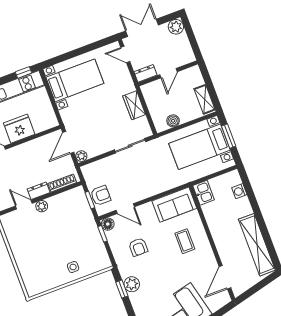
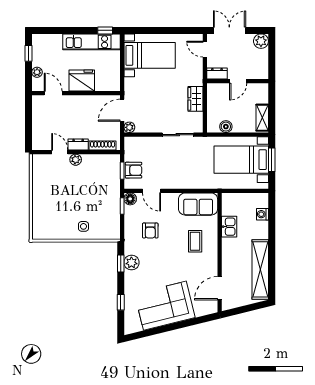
kitchen sink: (204, 193) -> (229, 227), moved

